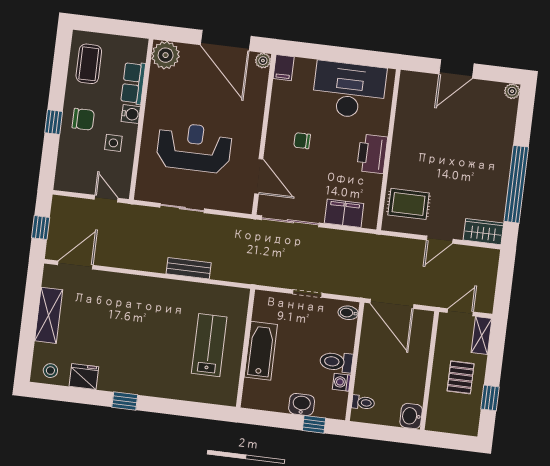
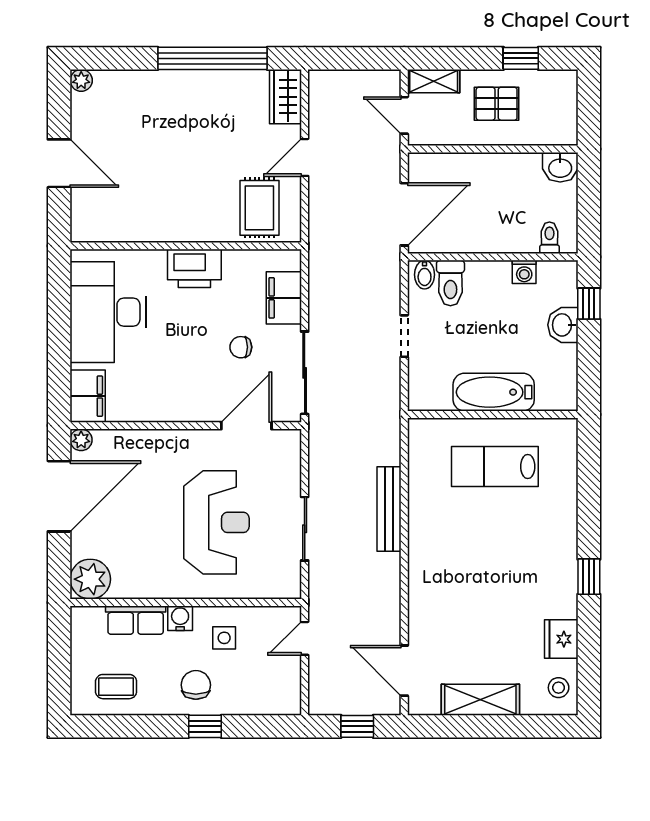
coffee table: (89, 64) -> (116, 687), width x0.73, depth x0.77
filing cabinet: (284, 68) -> (88, 396), width x2.00
chair: (302, 141) -> (241, 347), moved, turned 90
reception desk: (194, 147) -> (216, 522), turned 180
door: (440, 240) -> (305, 157), swing flipped
bench: (189, 268) -> (389, 509), width x1.36
toilet: (336, 362) -> (450, 283), moved

